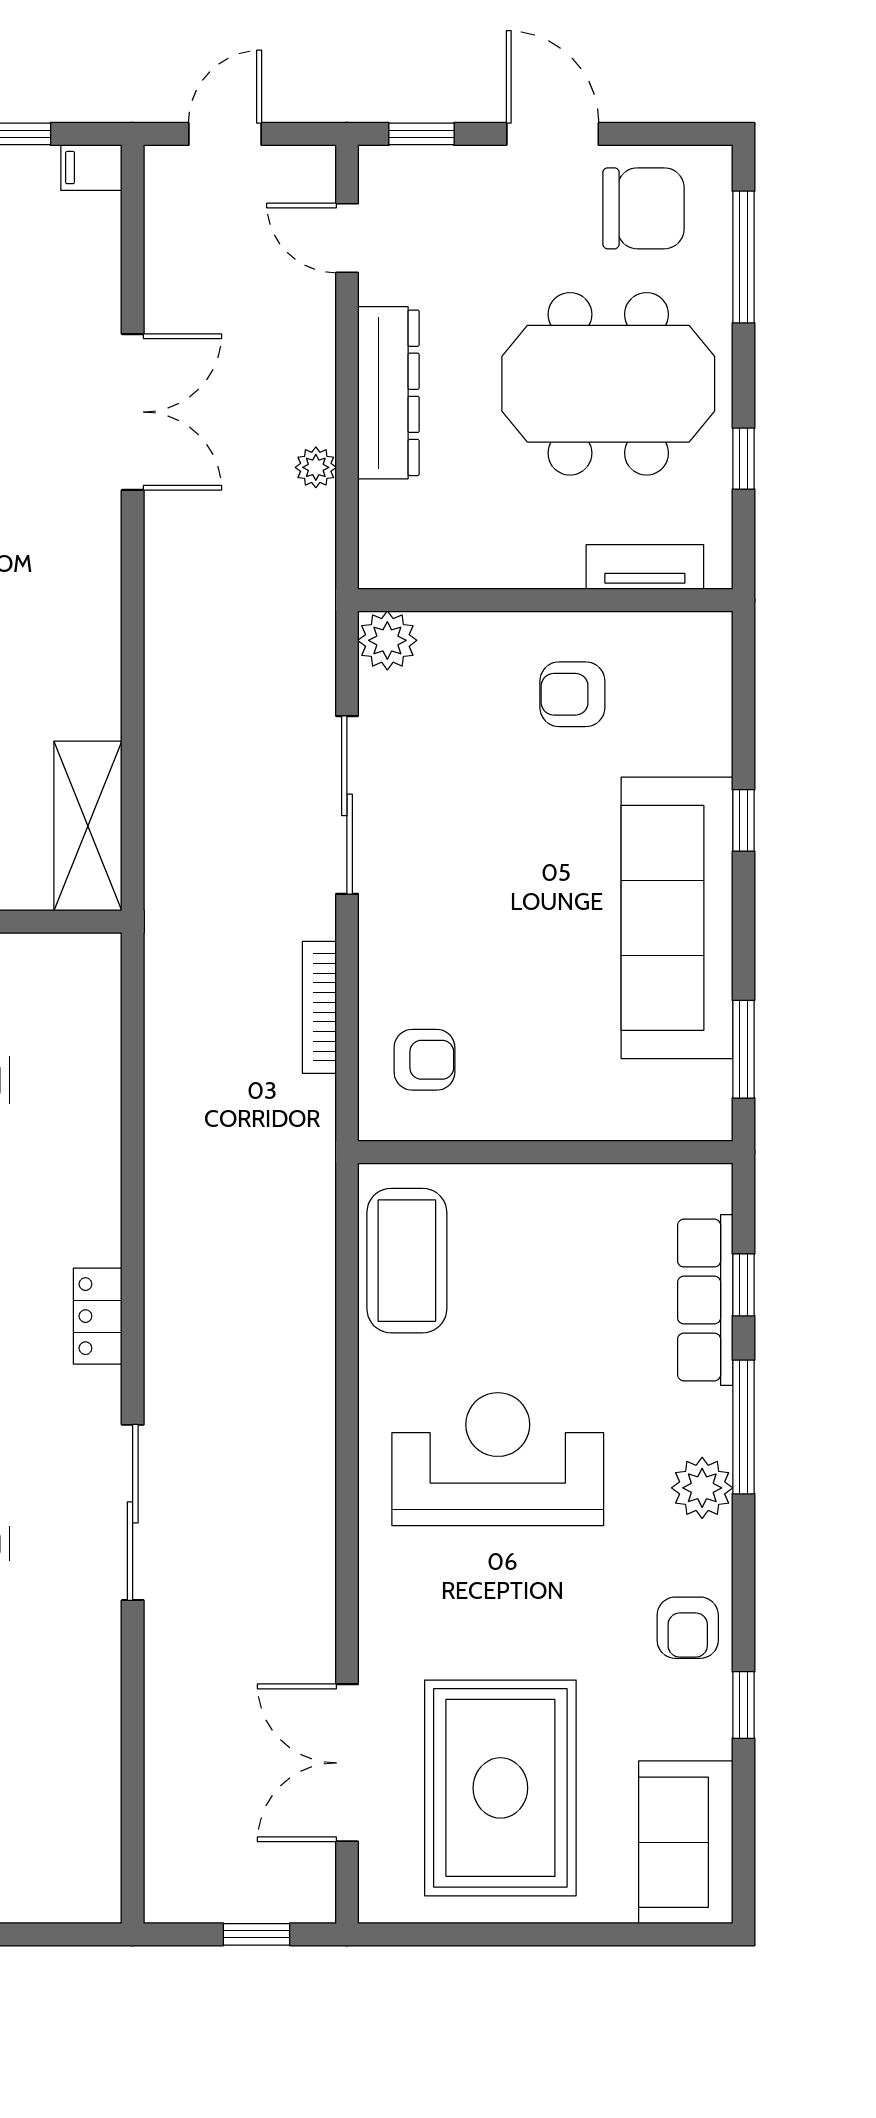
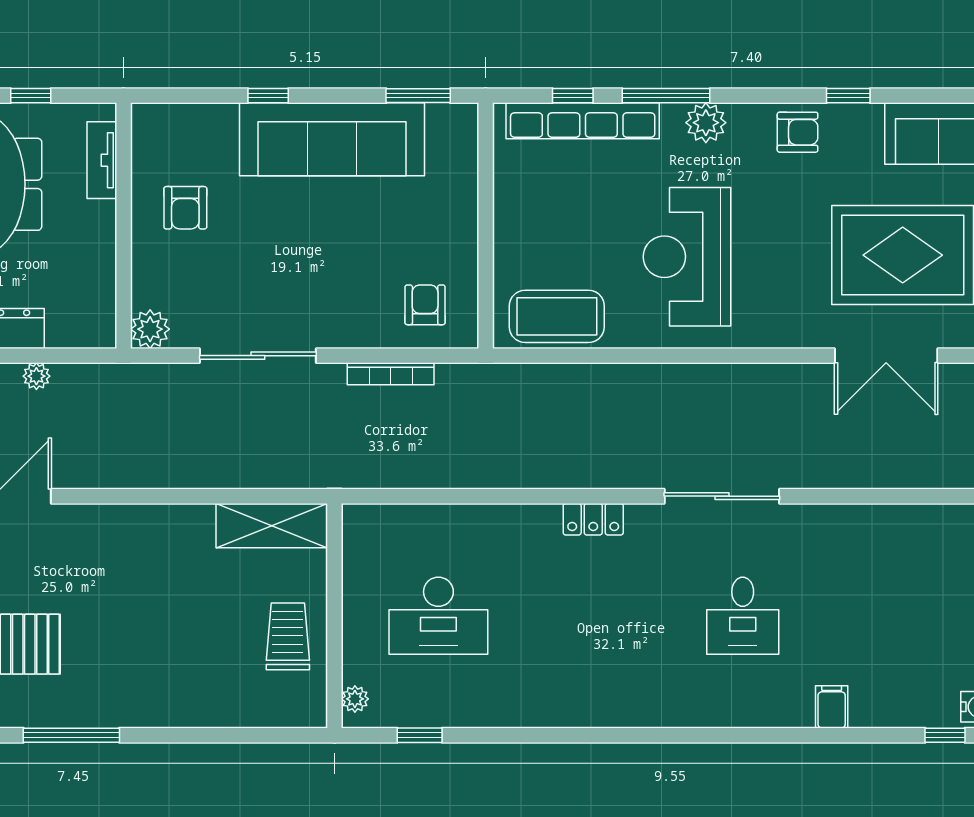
row of seats: (705, 1300) -> (583, 121), width x1.36

